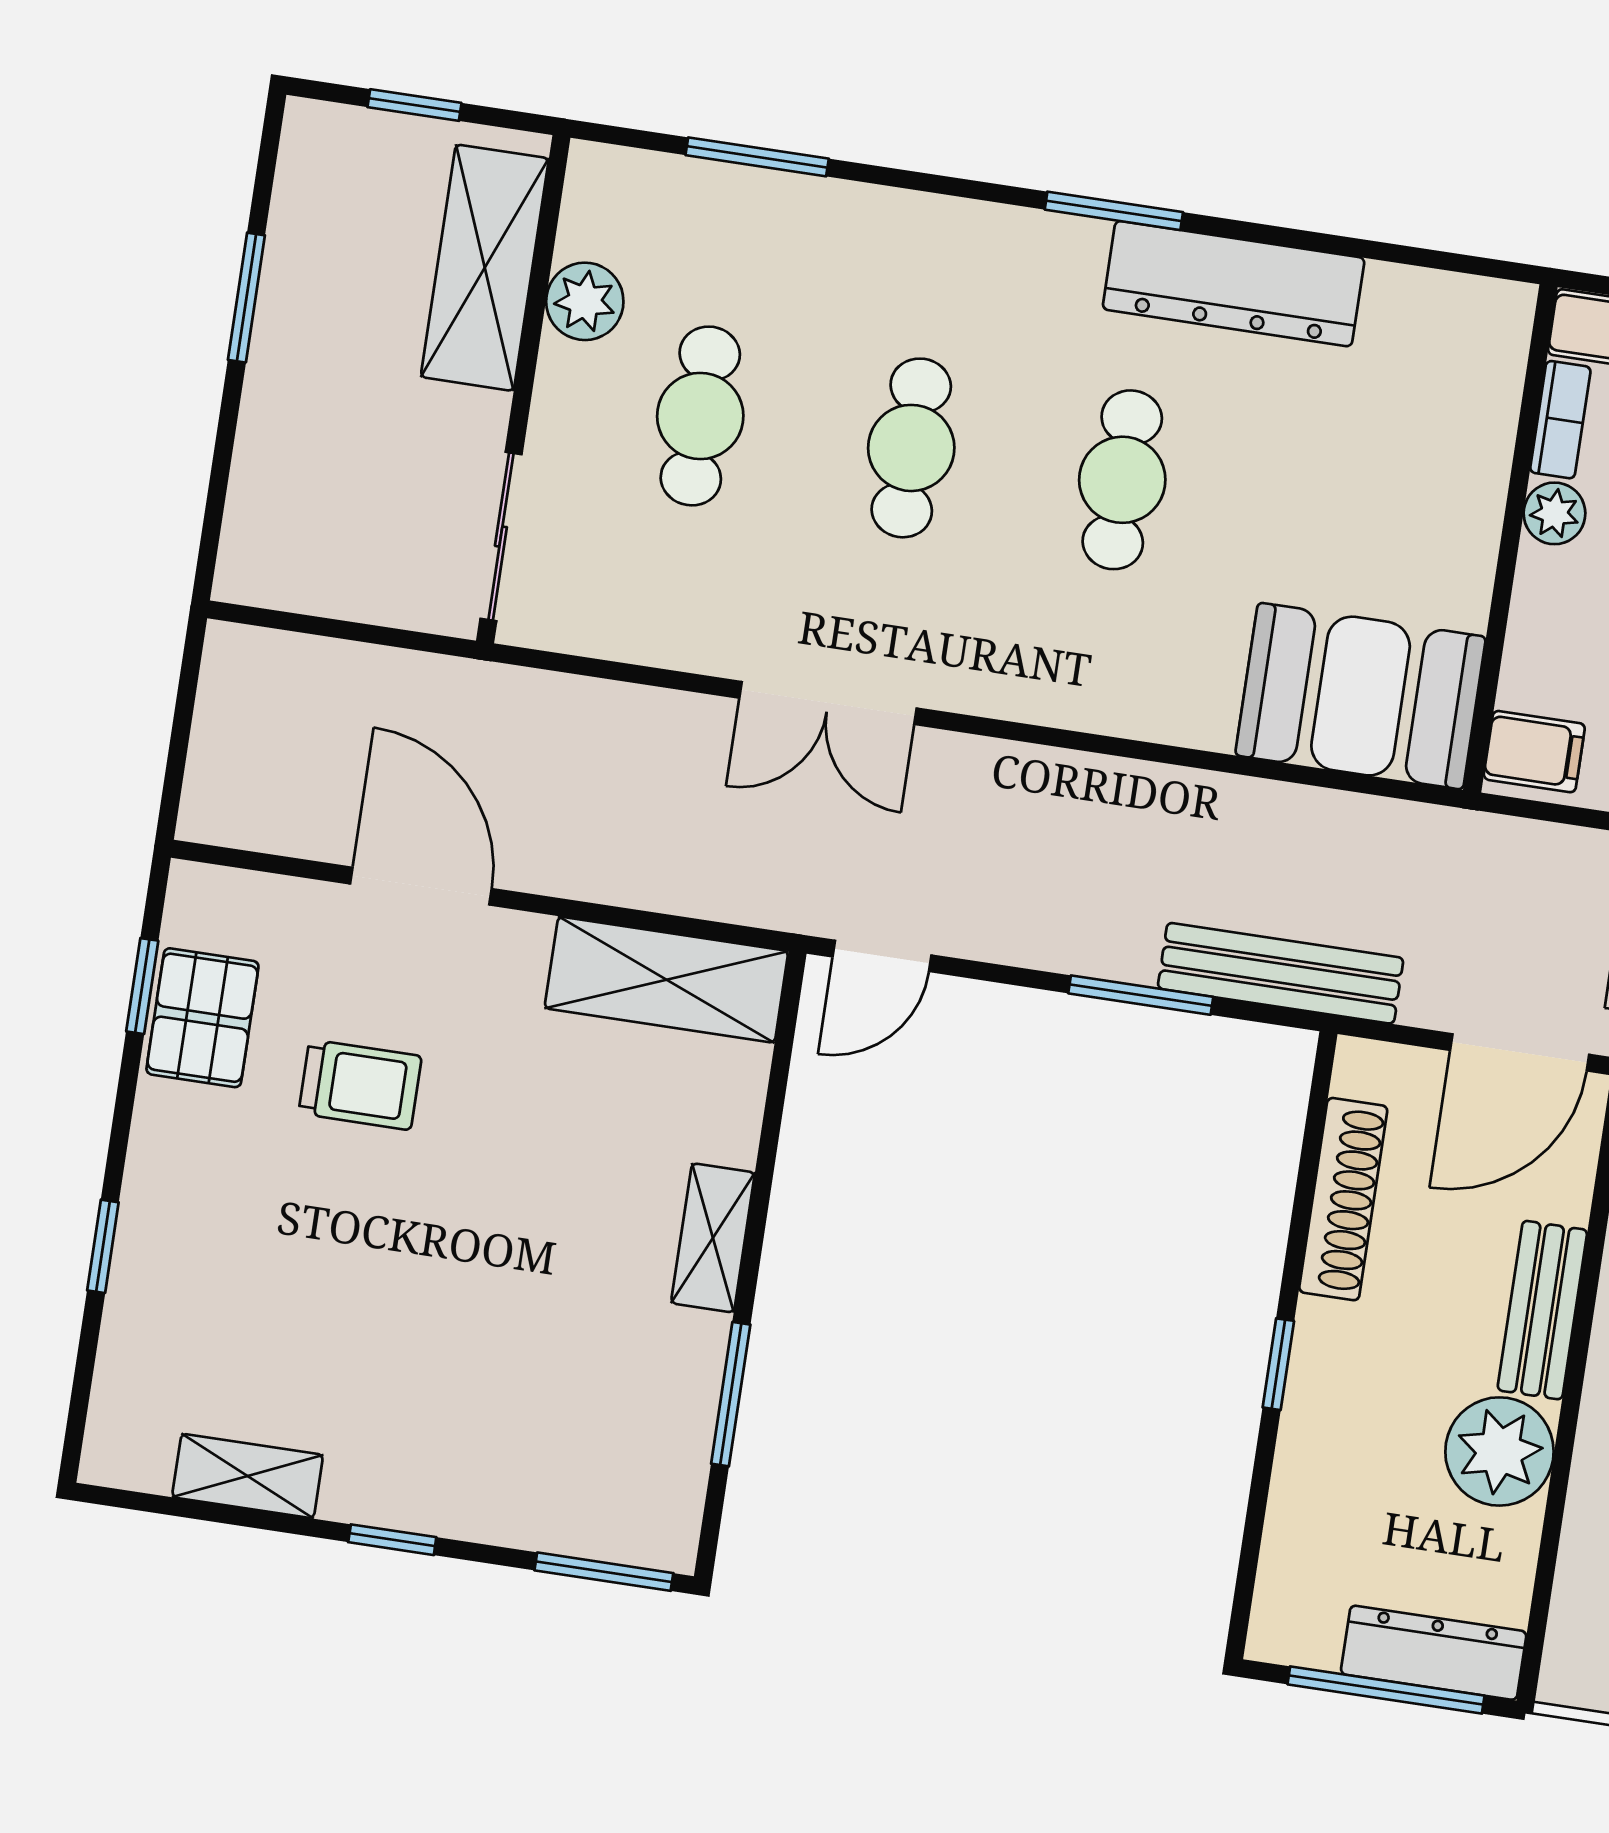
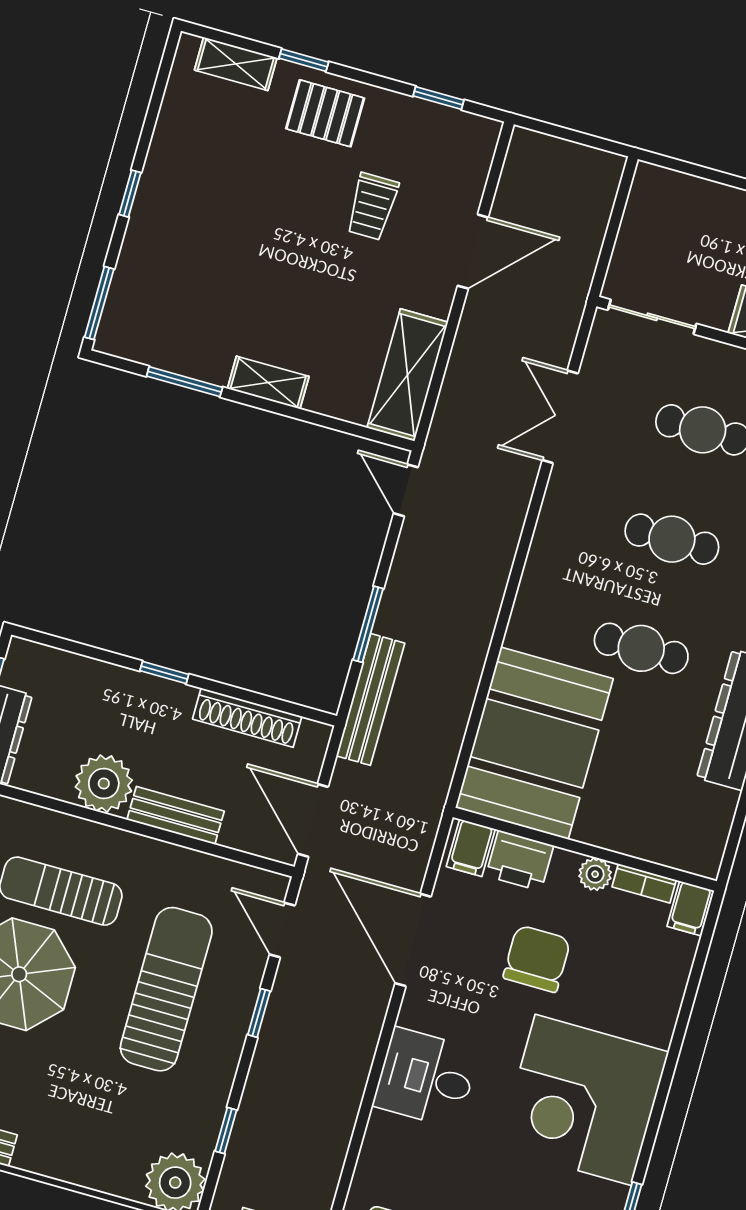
printer: (1547, 657) -> (520, 861), added
booth: (1361, 696) -> (534, 743), width x1.36, depth x1.42
double door: (828, 703) -> (560, 417), moved
pallet: (202, 1018) -> (325, 113), moved
shelving: (248, 1476) -> (236, 64), moved, turned 90

